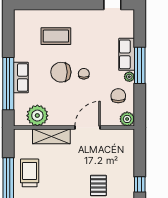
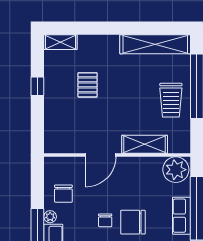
chair: (61, 72) -> (133, 222), turned 180
plant: (37, 116) -> (176, 170), moved
plant: (127, 119) -> (53, 165), removed

